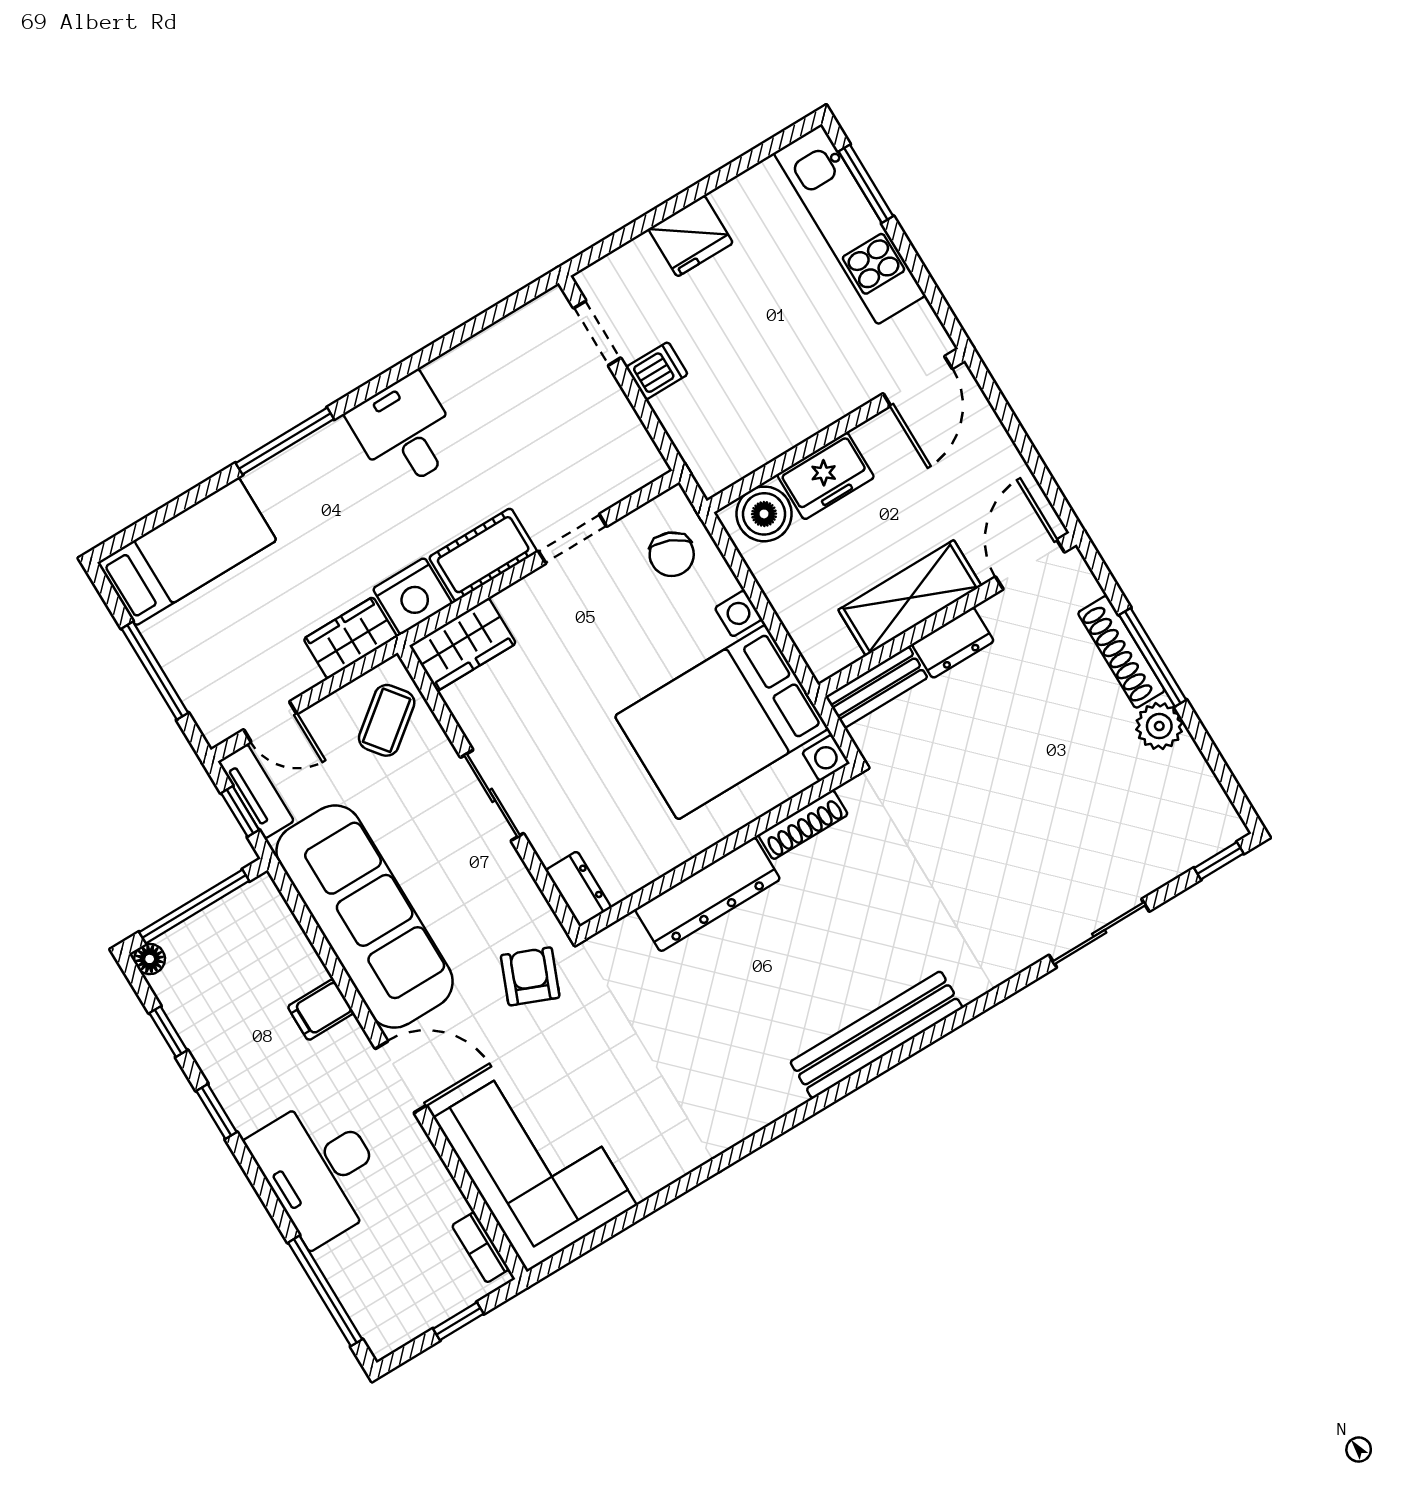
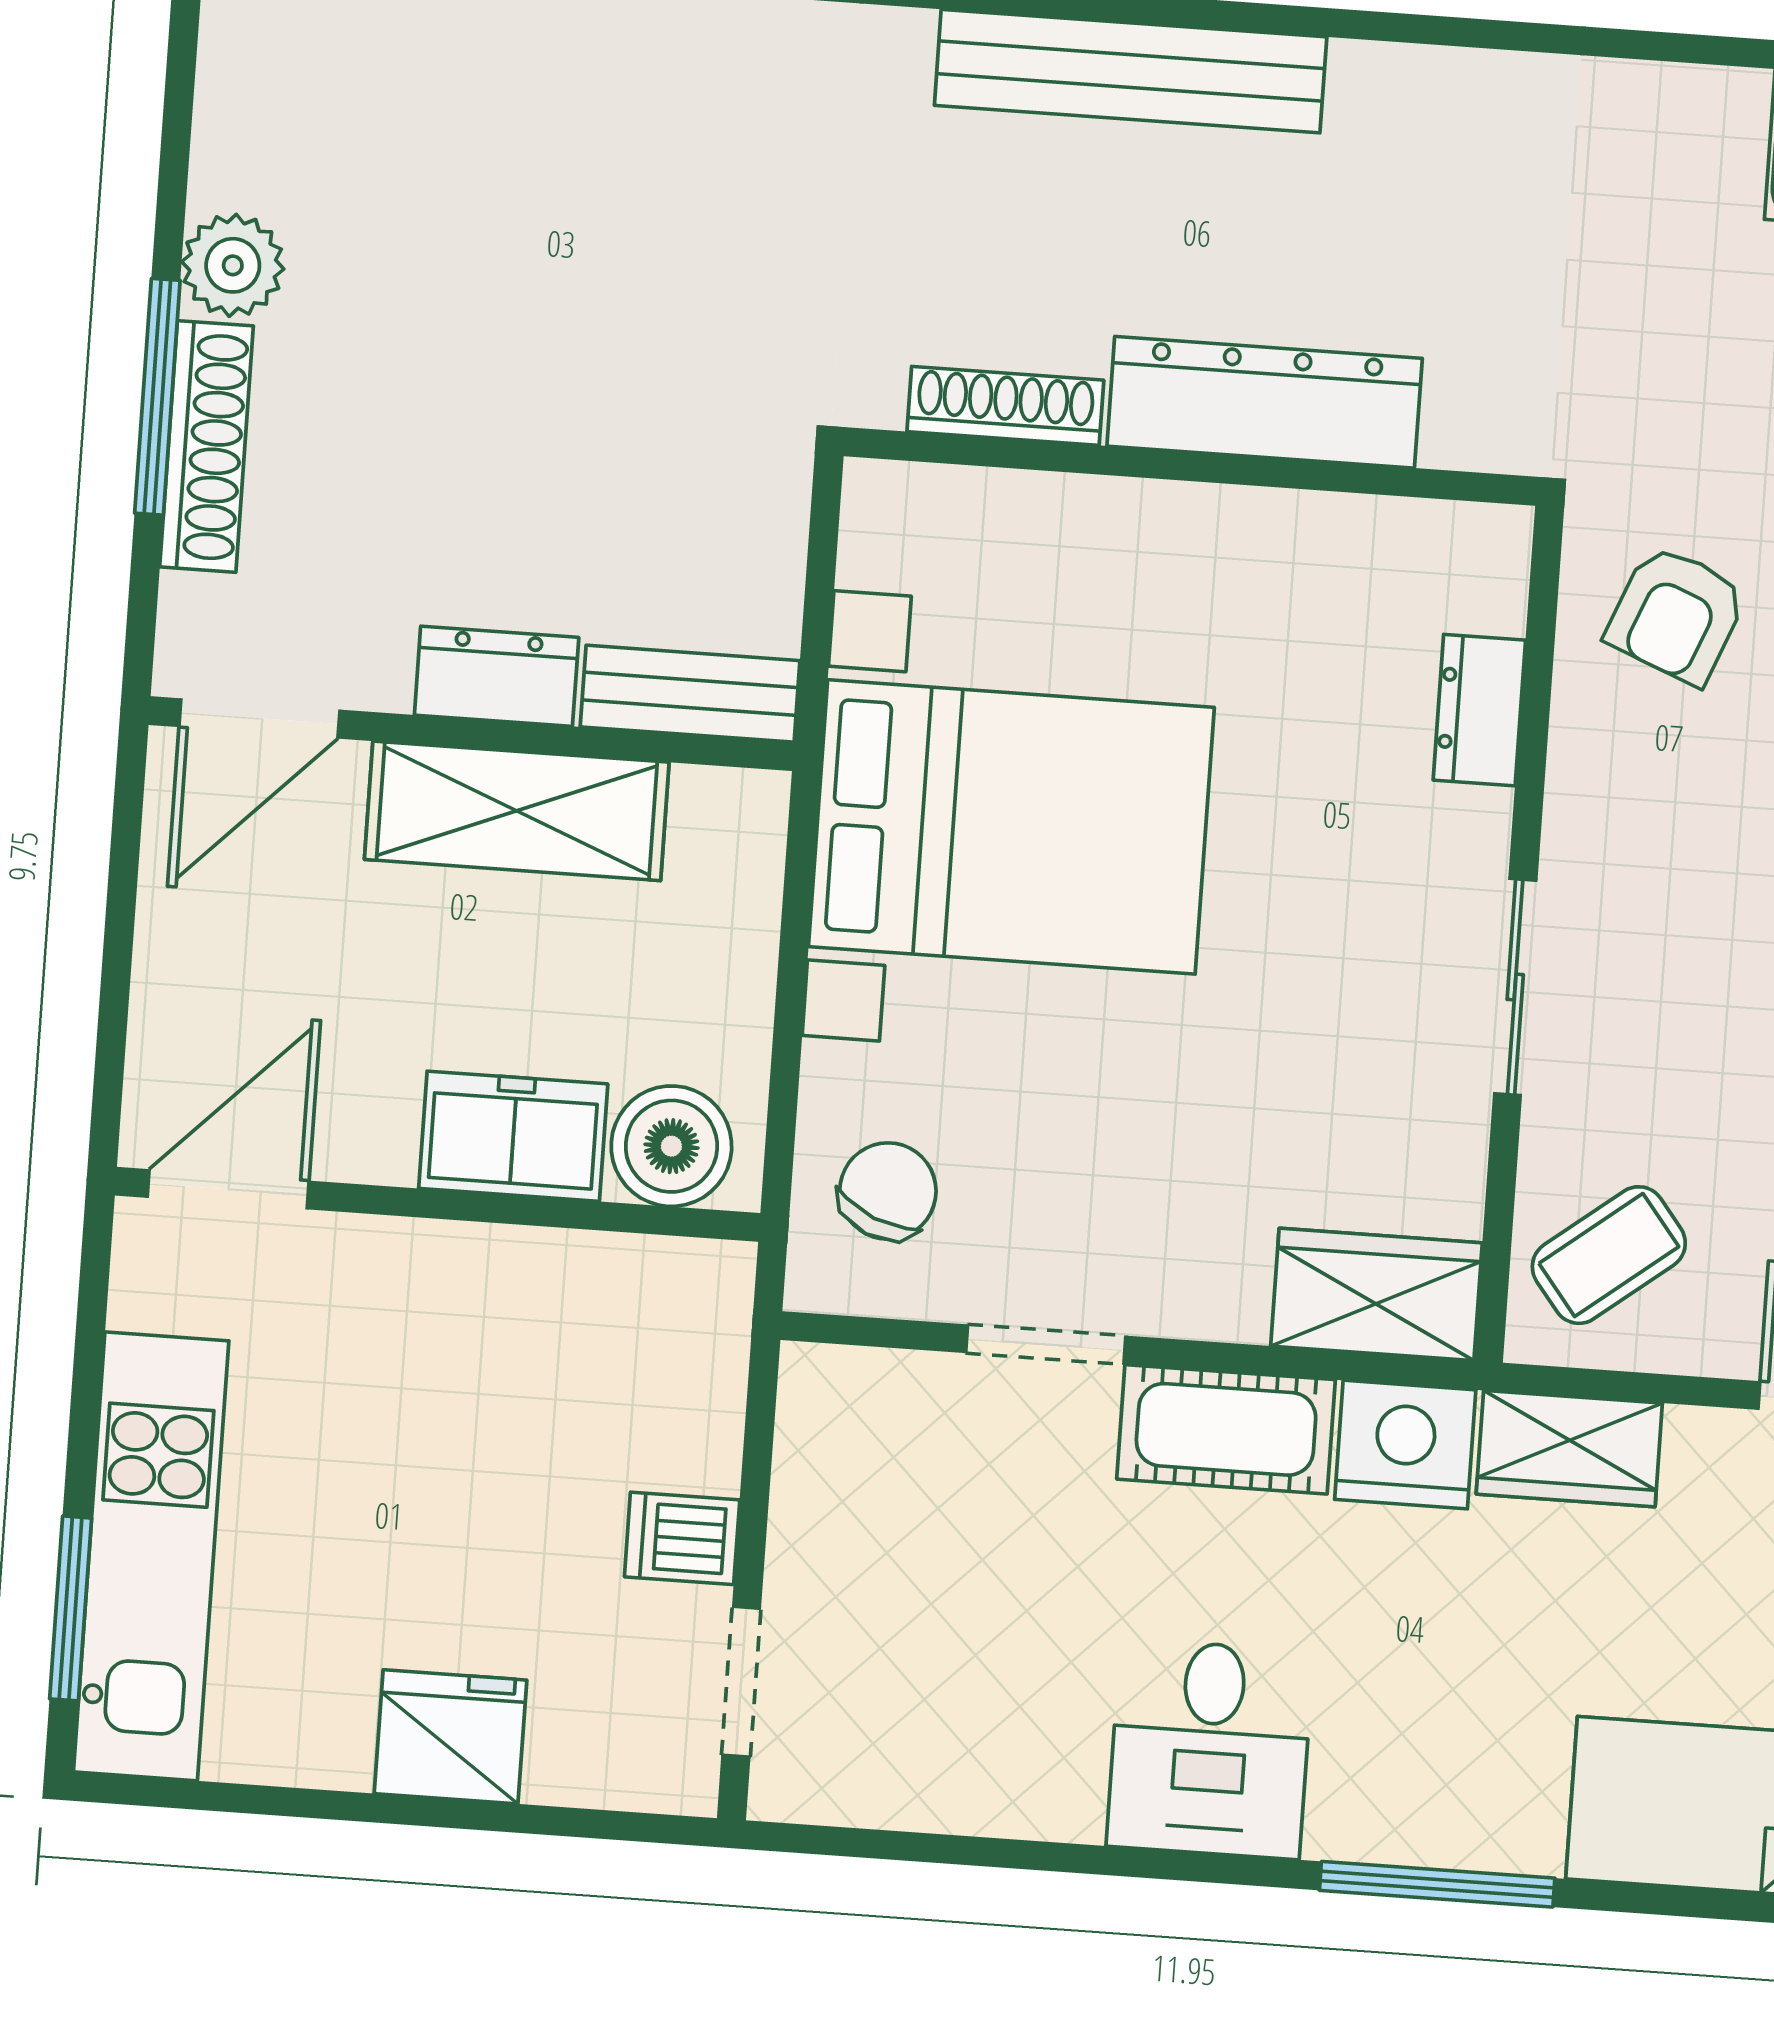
shoe rack: (803, 825) -> (1005, 406), moved
wall: (718, 851) -> (1190, 467), moved
dresser: (708, 894) -> (1265, 402), moved

